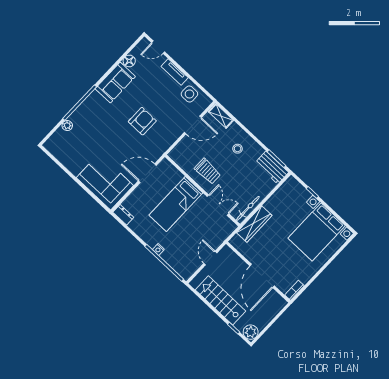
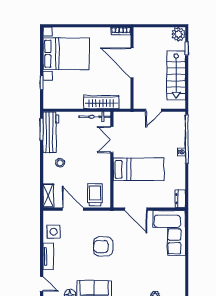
workbench: (272, 168) -> (51, 132), width x1.38
trolley: (208, 171) -> (95, 195), moved
door: (262, 276) -> (132, 63), swing flipped

